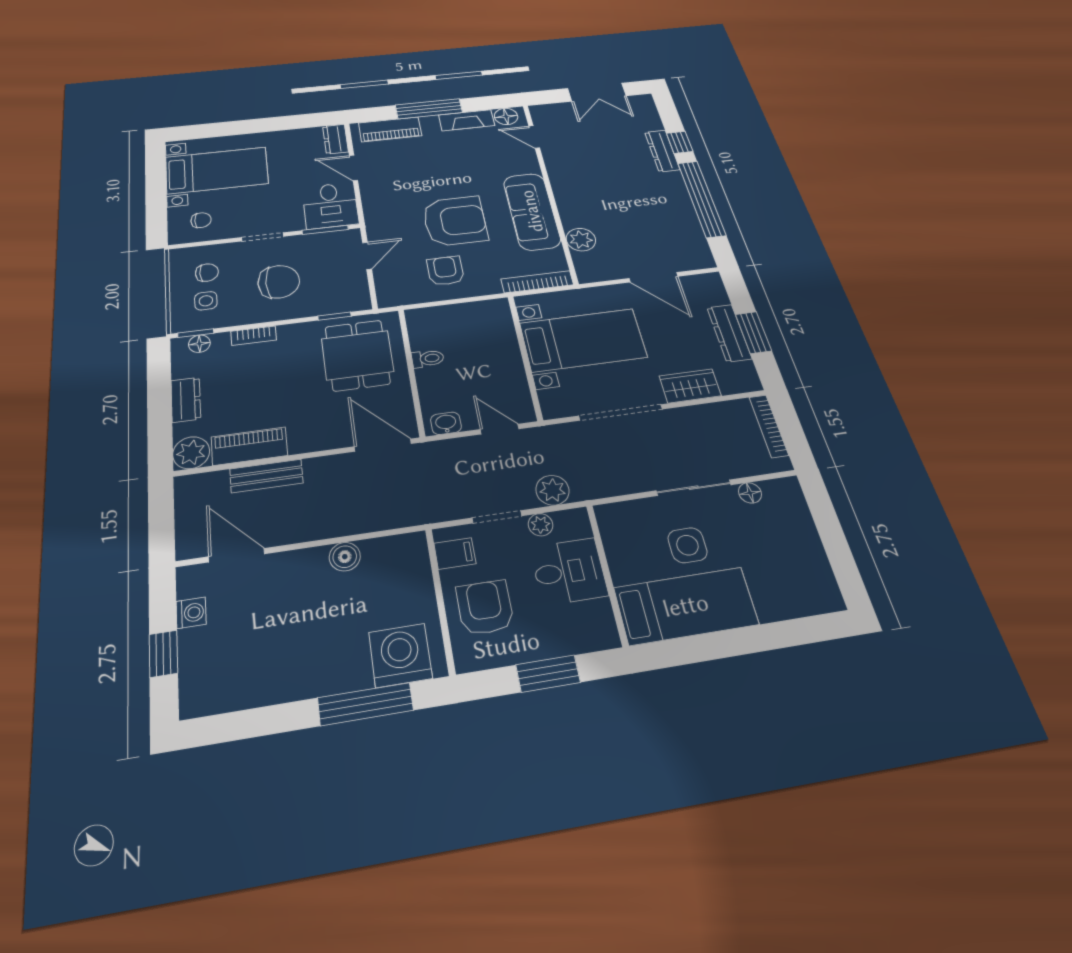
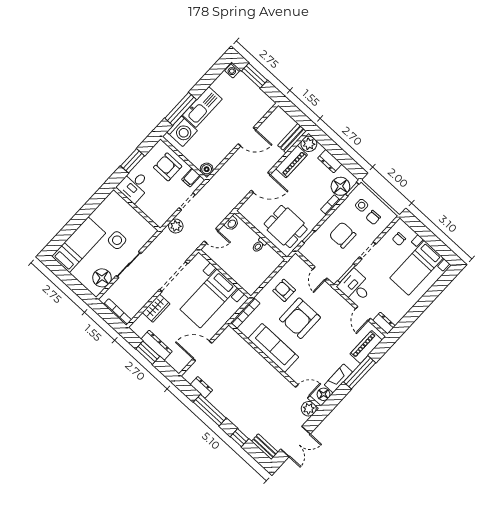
double door: (597, 92) -> (295, 442), swing flipped
bench: (649, 112) -> (265, 447), added
dresser: (662, 151) -> (201, 387), moved, width x0.70
door: (353, 168) -> (363, 314), swing flipped
window: (701, 199) -> (210, 410), width x0.68
plant: (581, 240) -> (309, 409), moved
armchair: (445, 271) -> (284, 290), turned 180
chair: (279, 282) -> (343, 235), turned 90
floor lamp: (199, 344) -> (340, 186), width x1.89, depth x1.89
door: (383, 445) -> (261, 182), moved
bench: (266, 476) -> (292, 138), moved
floor lamp: (750, 493) -> (102, 278), width x1.89, depth x1.89
plant: (541, 525) -> (171, 210), removed
door: (237, 555) -> (247, 137), moved
boiler: (345, 557) -> (207, 169), moved
desk: (569, 571) -> (134, 186), moved
bed: (686, 606) -> (79, 245), moved, turned 180
armchair: (485, 607) -> (168, 167), turned 180
washing machine: (191, 613) -> (233, 70), moved
window: (163, 654) -> (254, 76), width x1.50
kitchen sink: (320, 673) -> (202, 107), added

